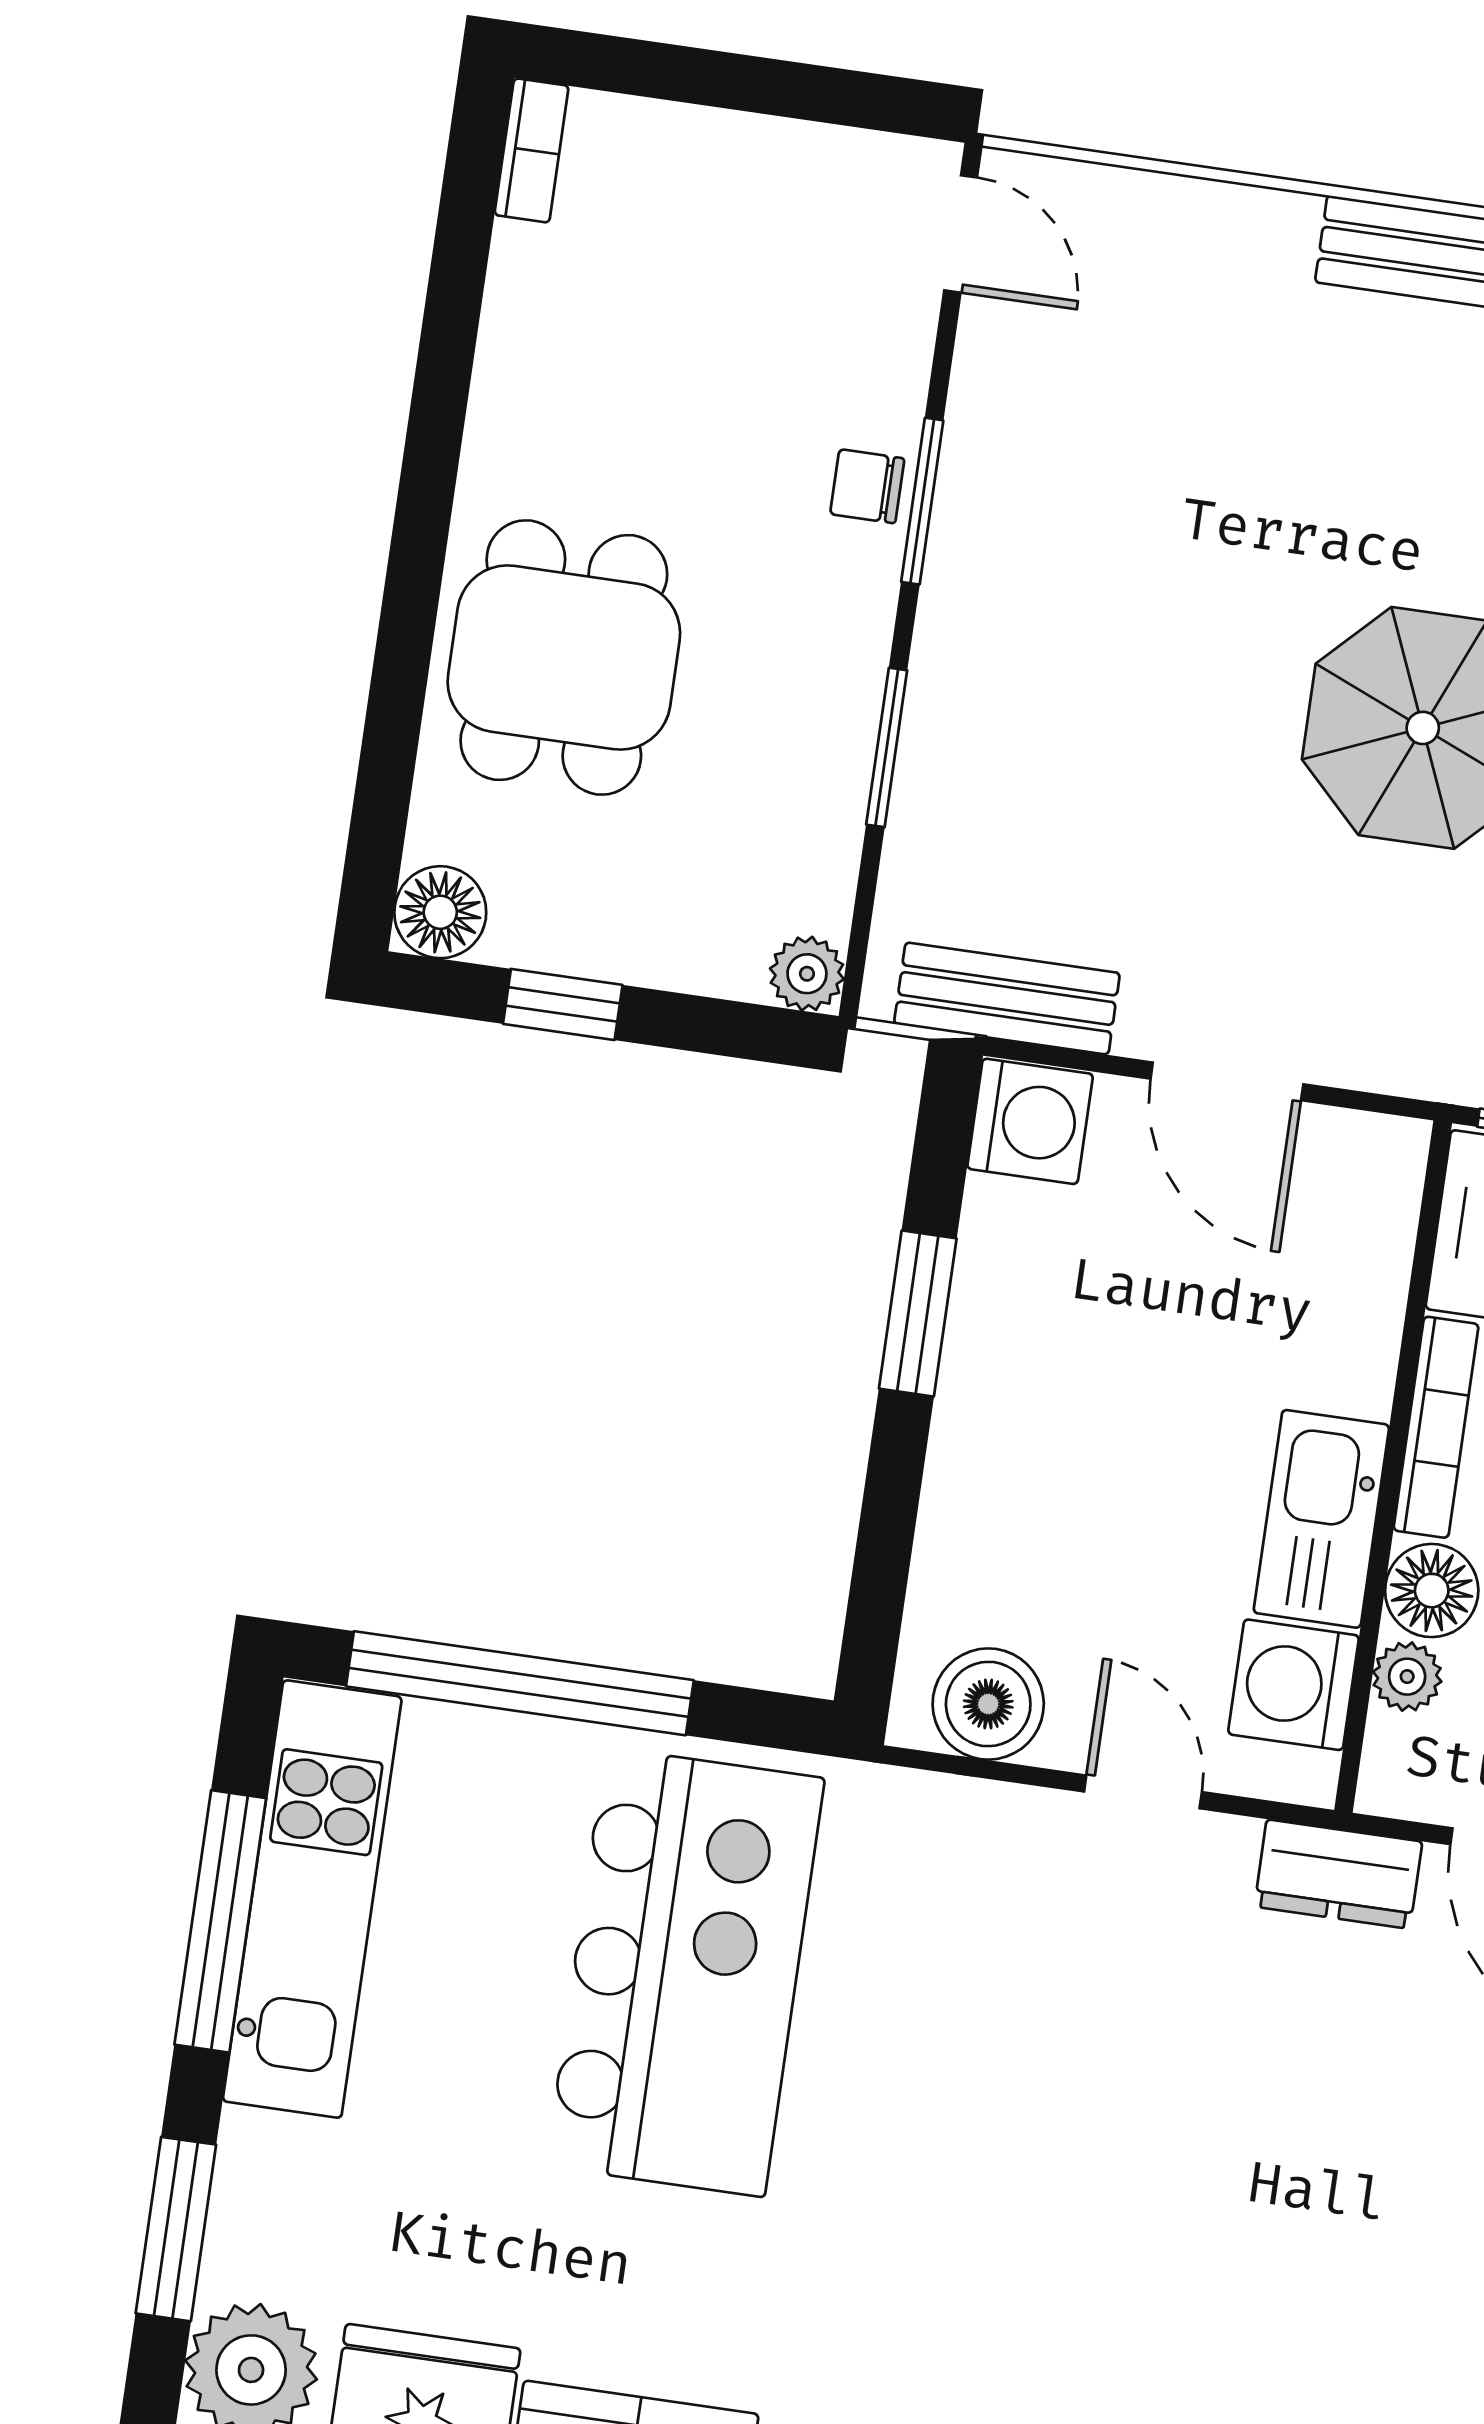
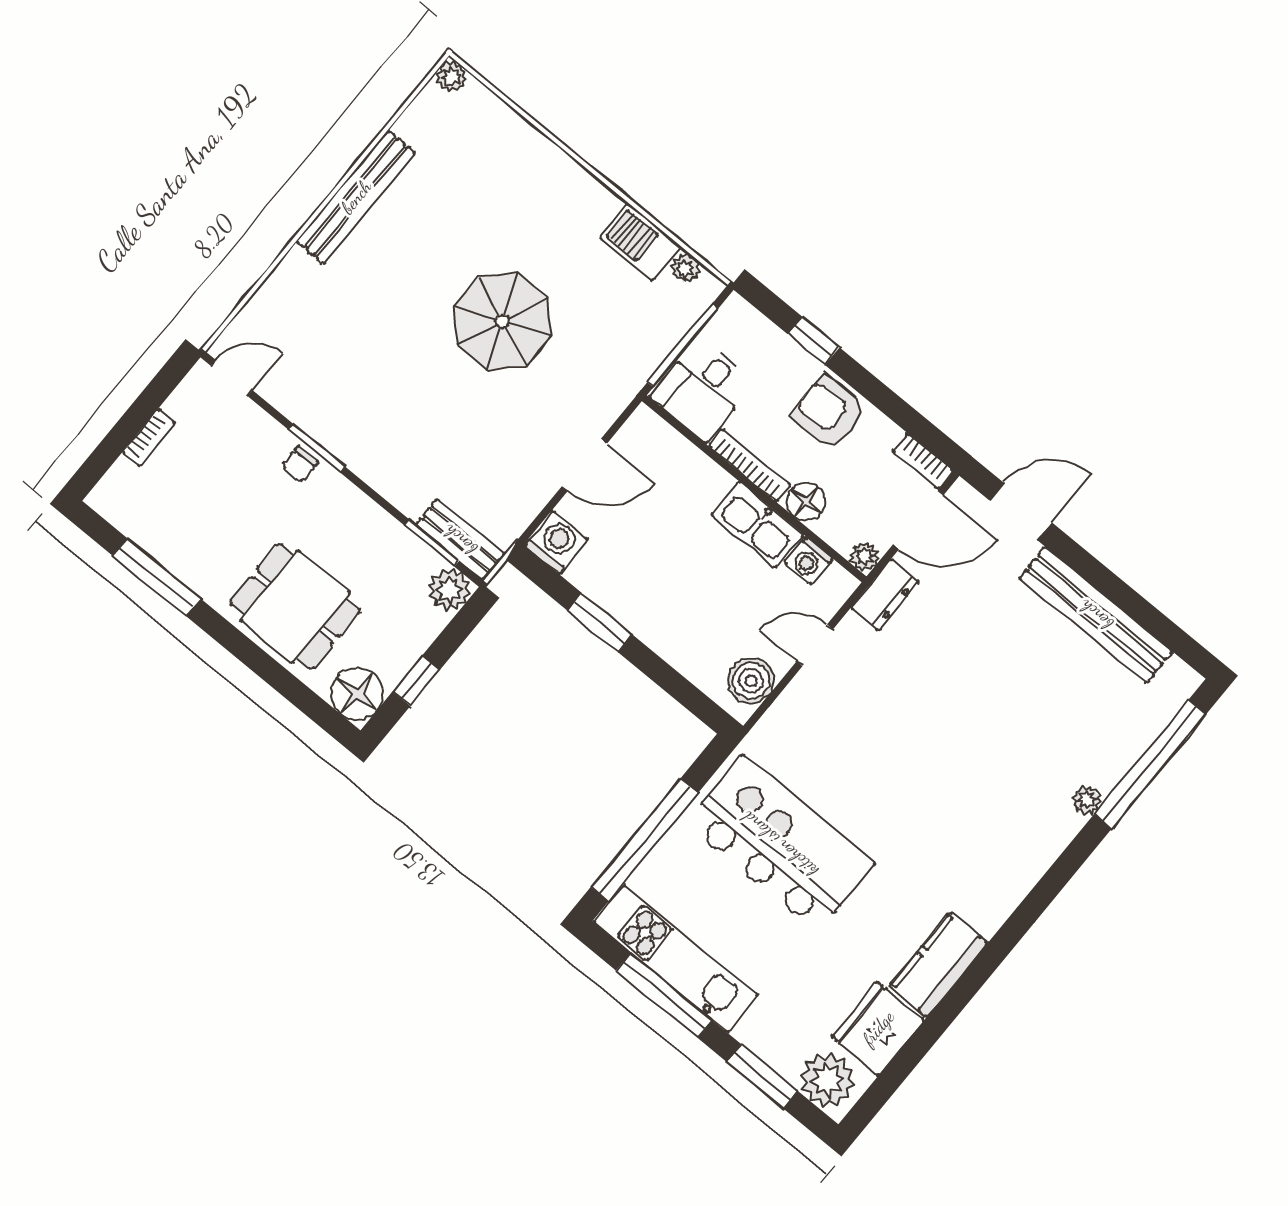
bookcase: (532, 150) -> (149, 438), moved, turned 90
window: (449, 331) -> (157, 577), added
window: (887, 747) -> (432, 543), moved
floor lamp: (440, 912) -> (357, 694), width x1.38, depth x1.38
plant: (807, 974) -> (449, 590), width x1.38, depth x1.38
bench: (1007, 998) -> (460, 540), moved, turned 90
plant: (1407, 1677) -> (865, 557), moved
washing machine: (1293, 1685) -> (808, 561), width x0.73, depth x0.73

